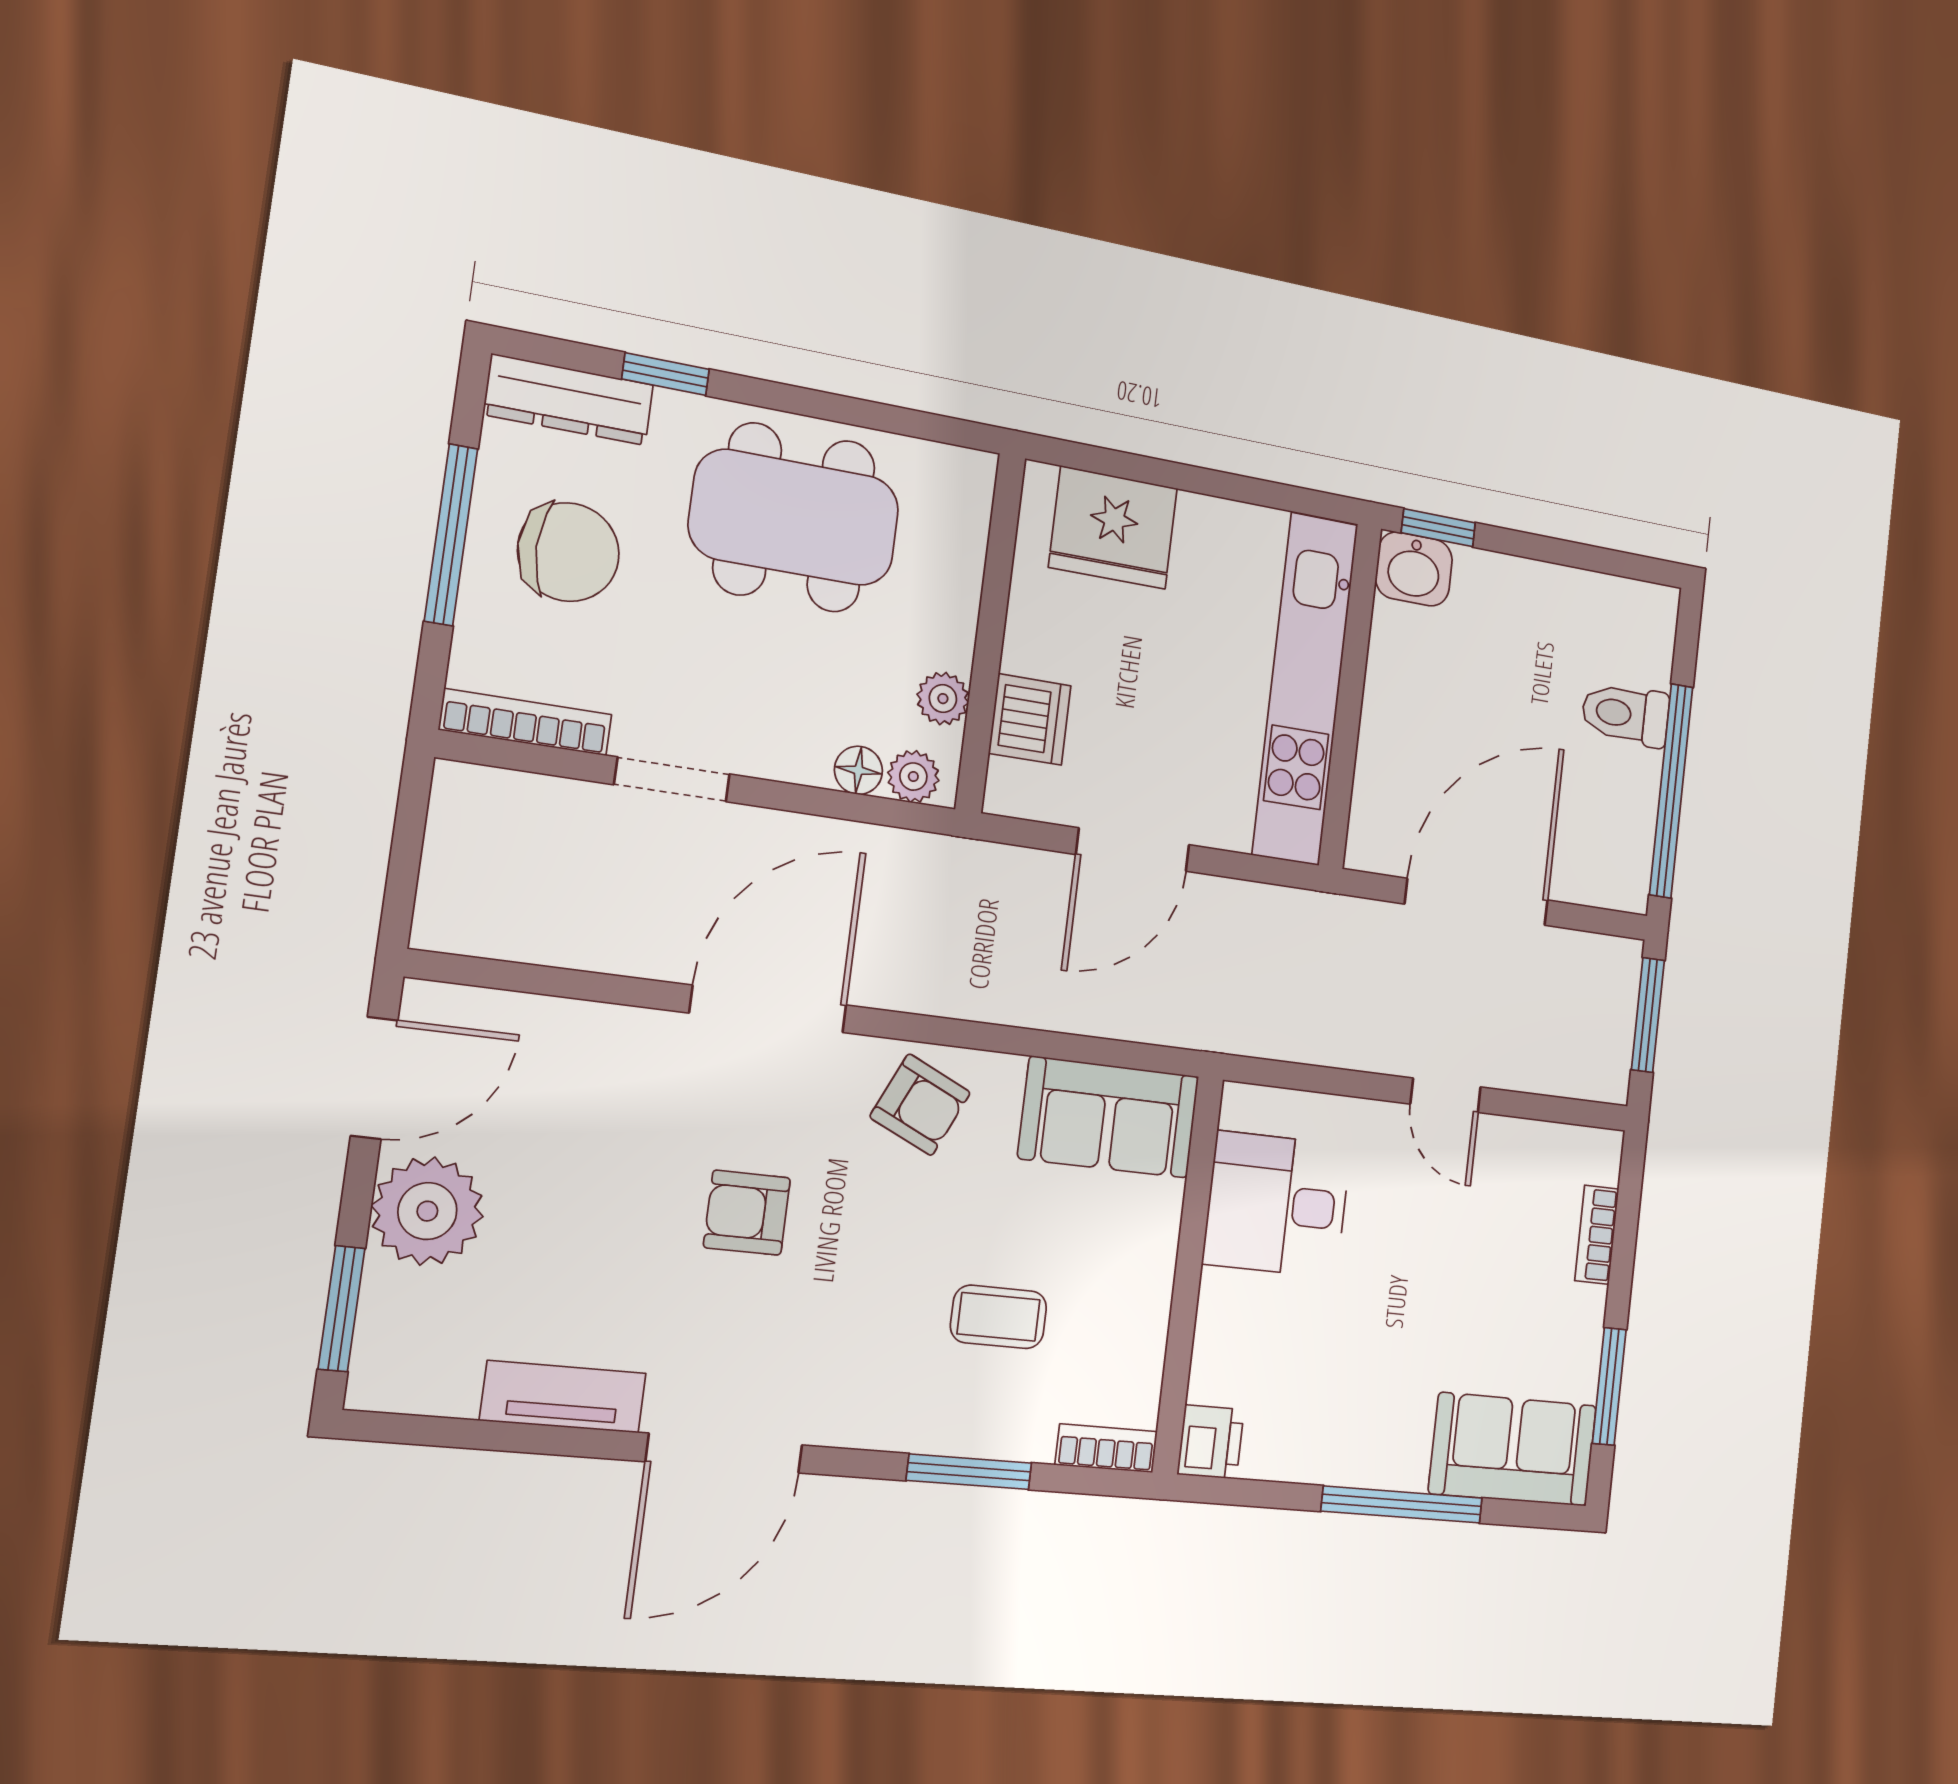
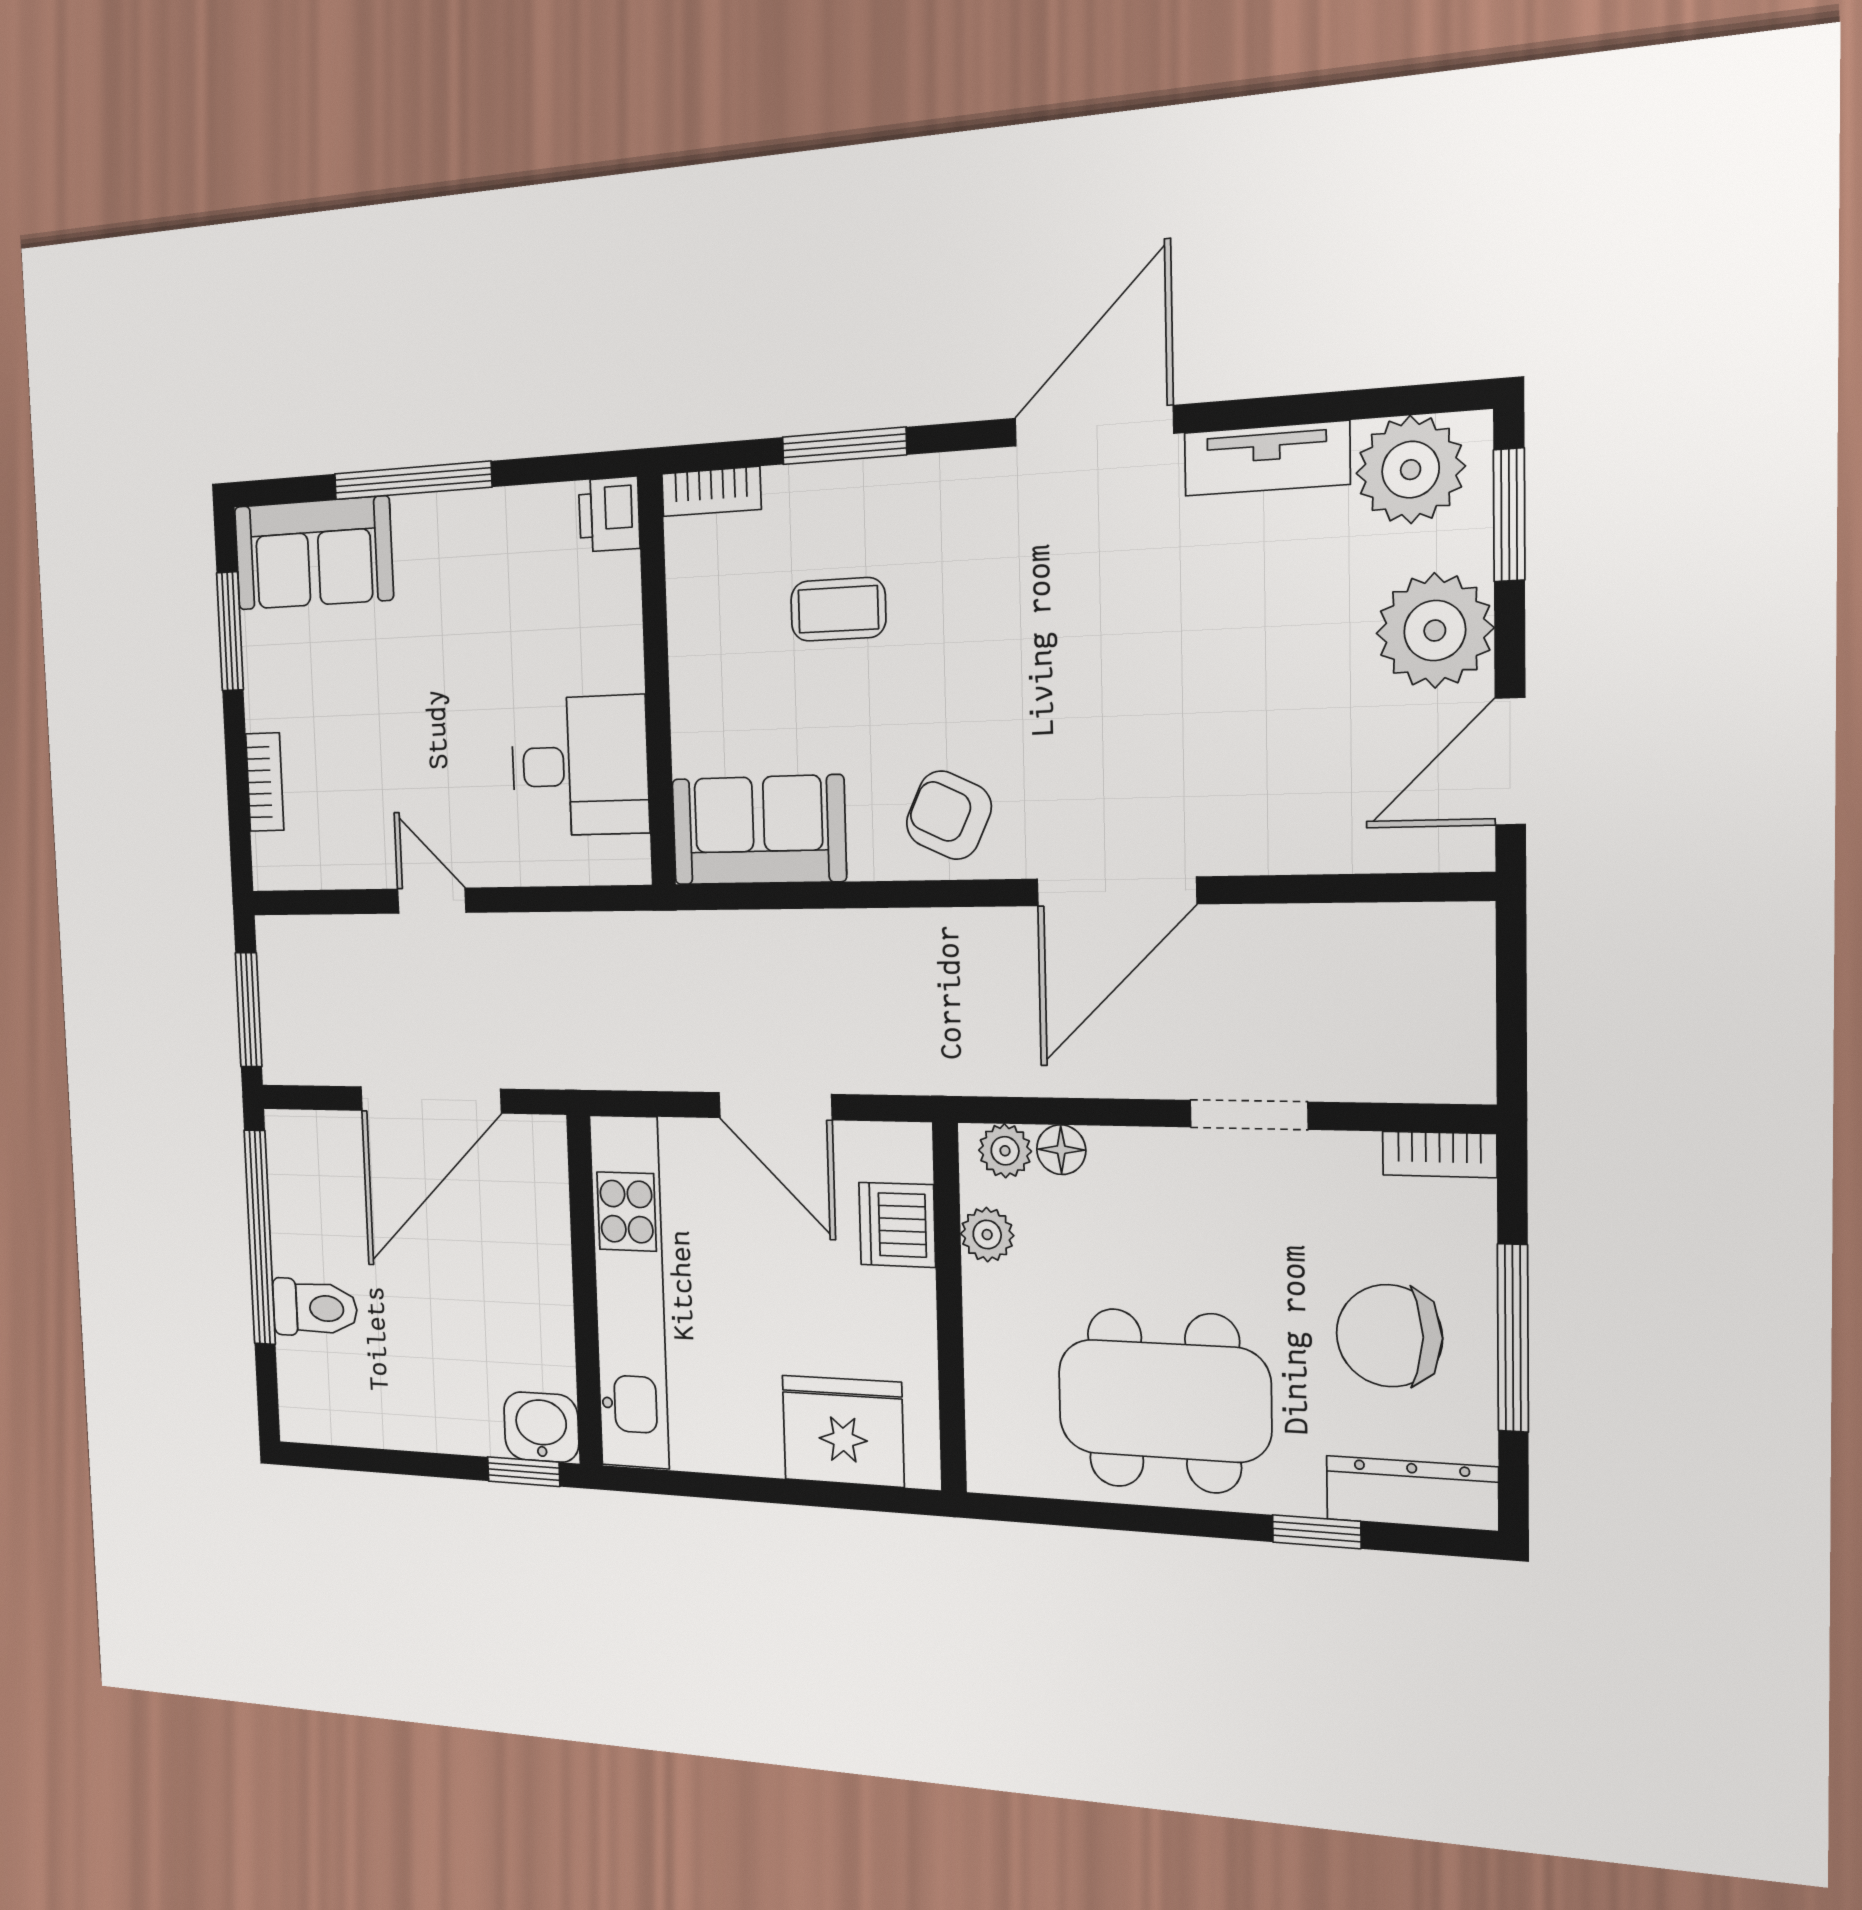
bookcase: (526, 722) -> (1439, 1154), width x0.64
door: (1133, 850) -> (775, 1106), swing flipped
armchair: (747, 1213) -> (1107, 678), removed
plant: (428, 1365) -> (1411, 470), added

